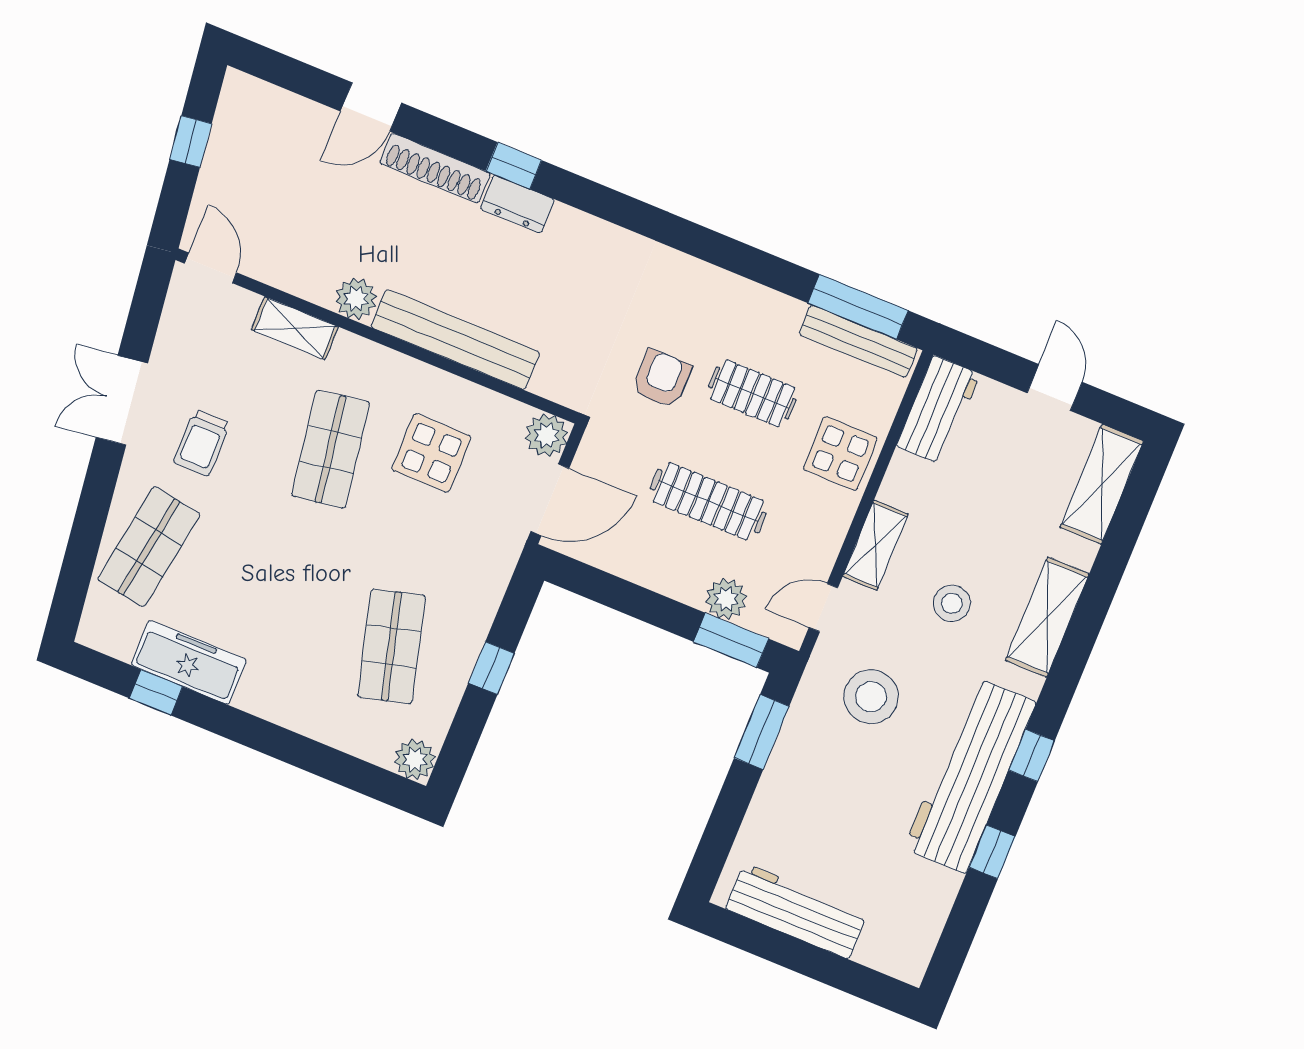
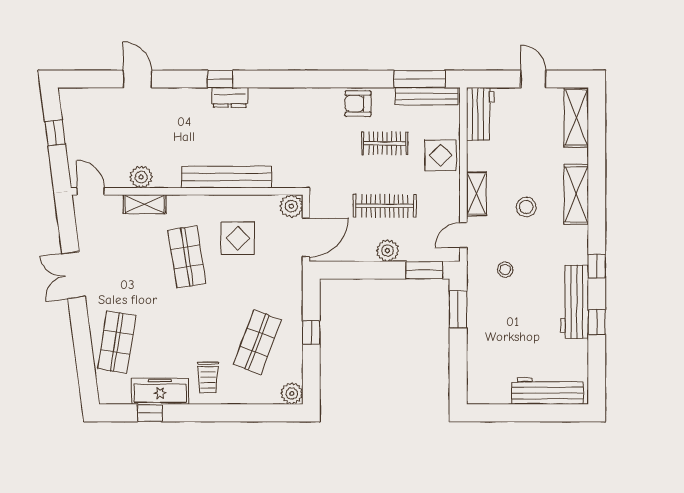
door: (371, 107) -> (137, 79), swing flipped
shoe rack: (435, 168) -> (182, 96), removed
plant: (356, 299) -> (141, 177), moved
armchair: (662, 379) -> (358, 104), moved, turned -90
trolley: (202, 443) -> (208, 378), moved
plant: (726, 599) -> (387, 251), moved
shop shelf: (391, 646) -> (257, 342), turned 36
stool: (871, 697) -> (505, 270), width x0.53, depth x0.53
workbench: (970, 775) -> (575, 302), width x0.73, depth x0.76
workbench: (796, 911) -> (548, 391), moved

